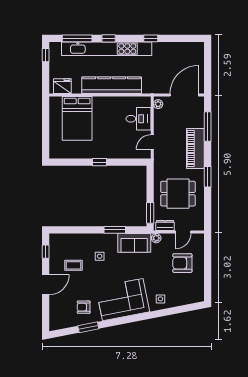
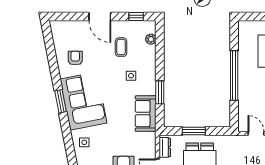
window: (99, 162) -> (234, 76), width x3.17
window: (150, 213) -> (194, 131), moved
plant: (156, 238) -> (151, 39), moved
window: (88, 327) -> (61, 101), moved

